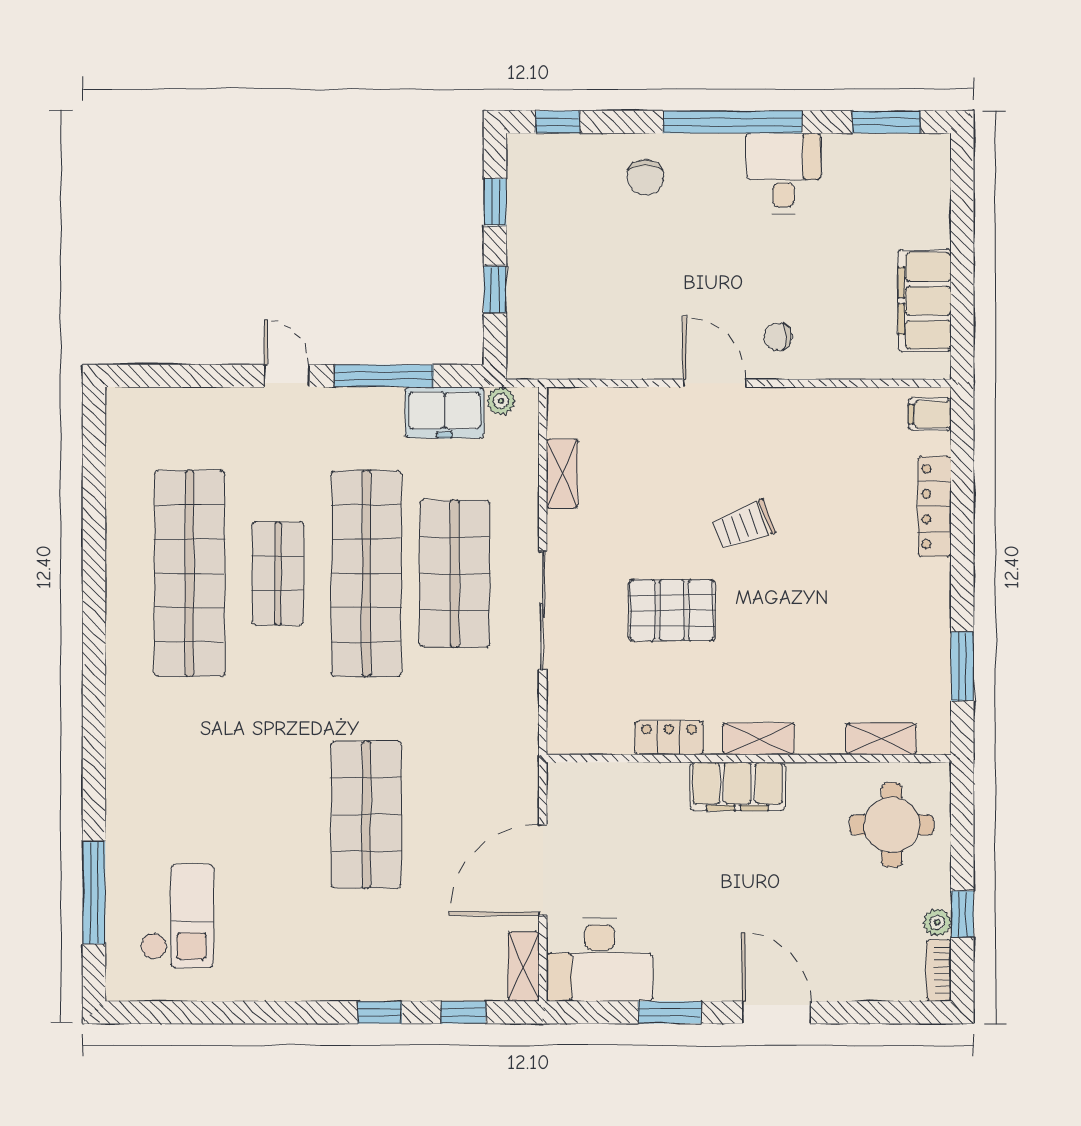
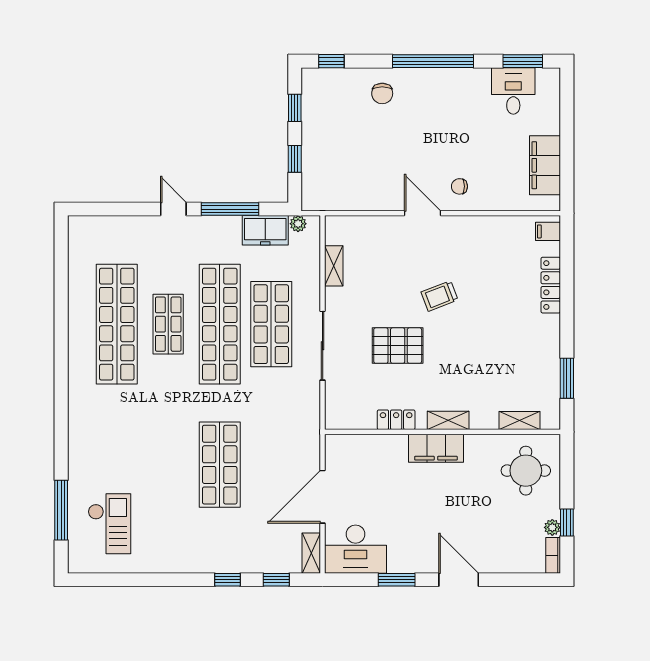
desk: (783, 173) -> (513, 91), moved

